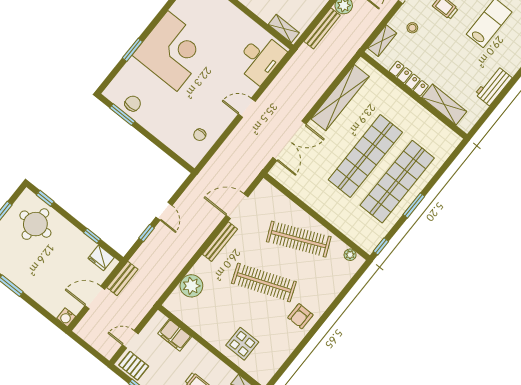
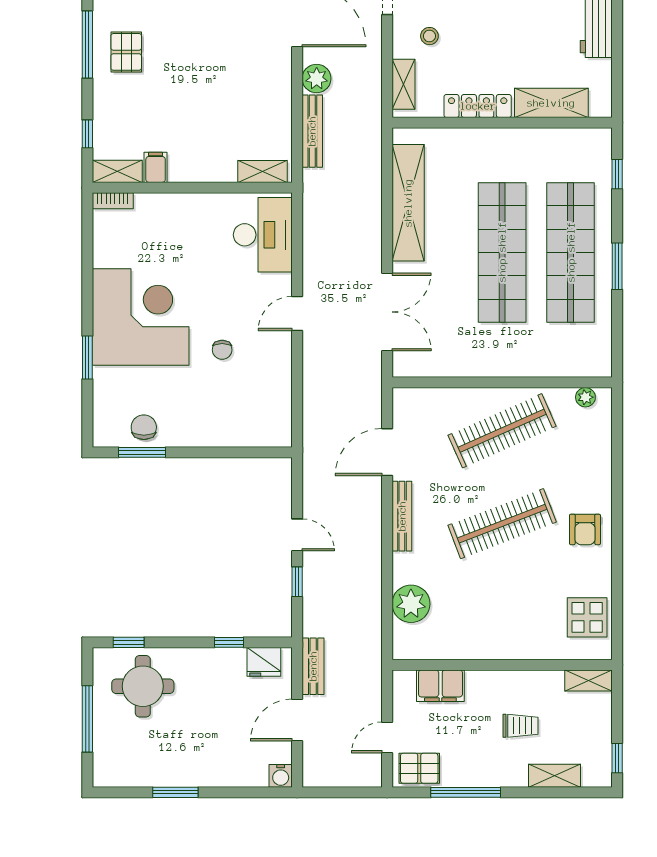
chair: (200, 135) -> (222, 350), moved
window: (381, 246) -> (617, 174), moved
display table: (242, 344) -> (587, 617), moved

